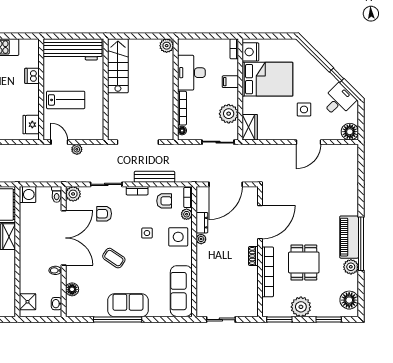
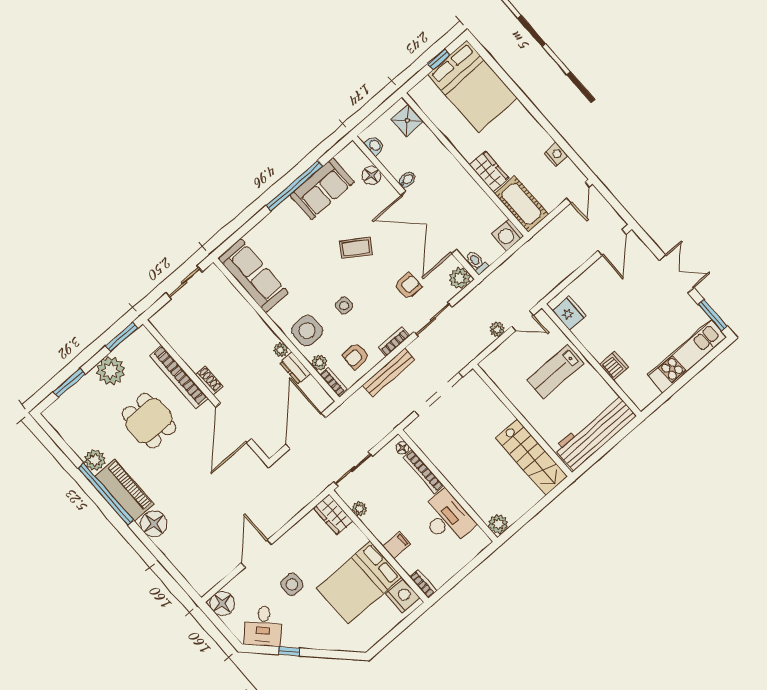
plant: (229, 114) -> (359, 509), width x0.53, depth x0.53
floor lamp: (349, 300) -> (154, 524), moved
sofa: (128, 305) -> (322, 189), moved

